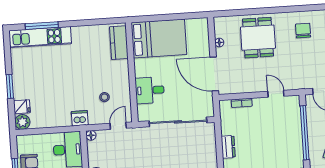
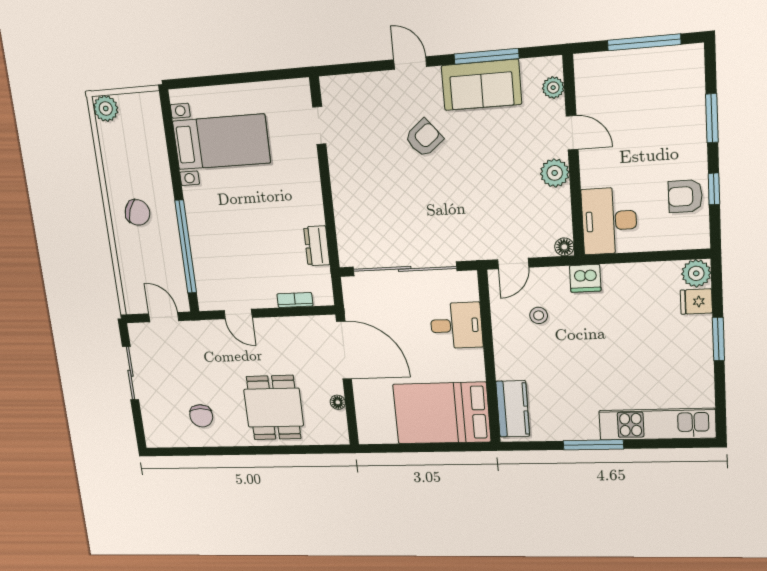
window: (42, 26) -> (593, 445), moved
dresser: (228, 147) -> (317, 246), moved

